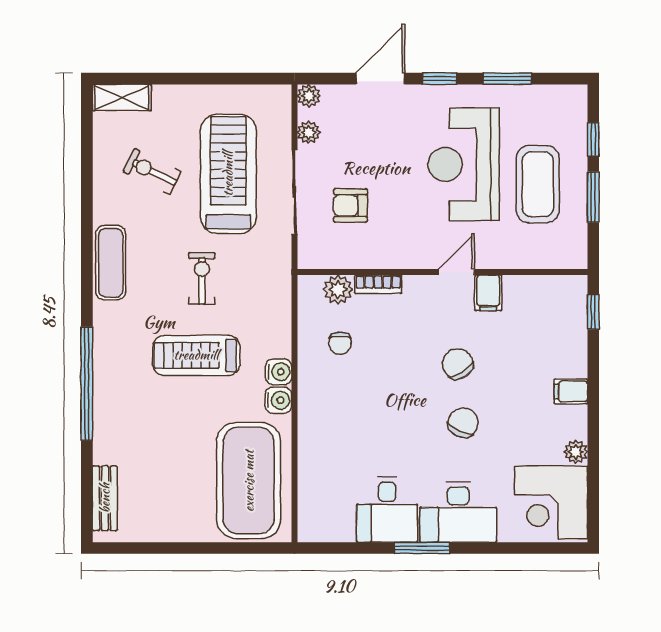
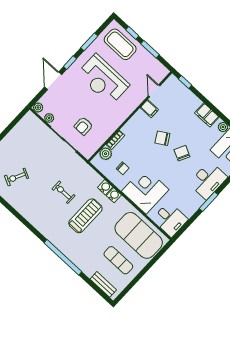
treadmill: (228, 174) -> (39, 154), removed
coffee table: (538, 184) -> (120, 44), moved
exercise mat: (111, 263) -> (118, 260), moved
door: (456, 272) -> (154, 91), moved
treadmill: (196, 355) -> (85, 216), turned 180
filing cabinet: (571, 392) -> (207, 115), width x2.00
water cooler: (278, 400) -> (105, 187), moved
corner desk: (338, 419) -> (145, 190), added
desk: (387, 510) -> (170, 219), moved

